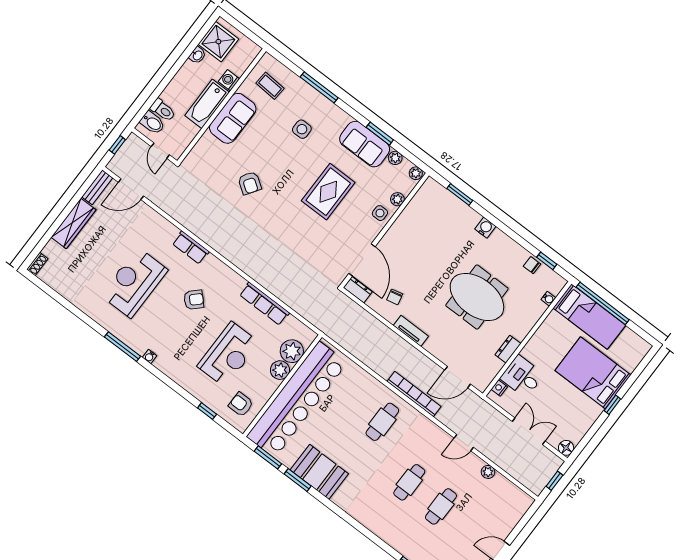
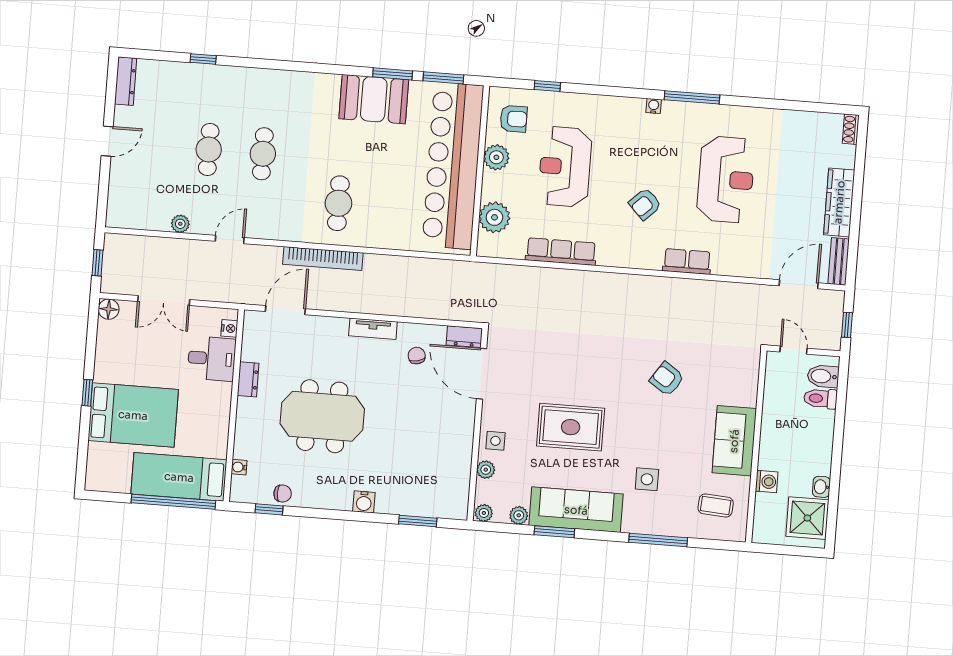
bathtub: (207, 104) -> (774, 438), removed
sofa: (365, 144) -> (576, 510), width x1.36
rug: (328, 192) -> (571, 427), turned 90
plant: (280, 370) -> (496, 157), moved

